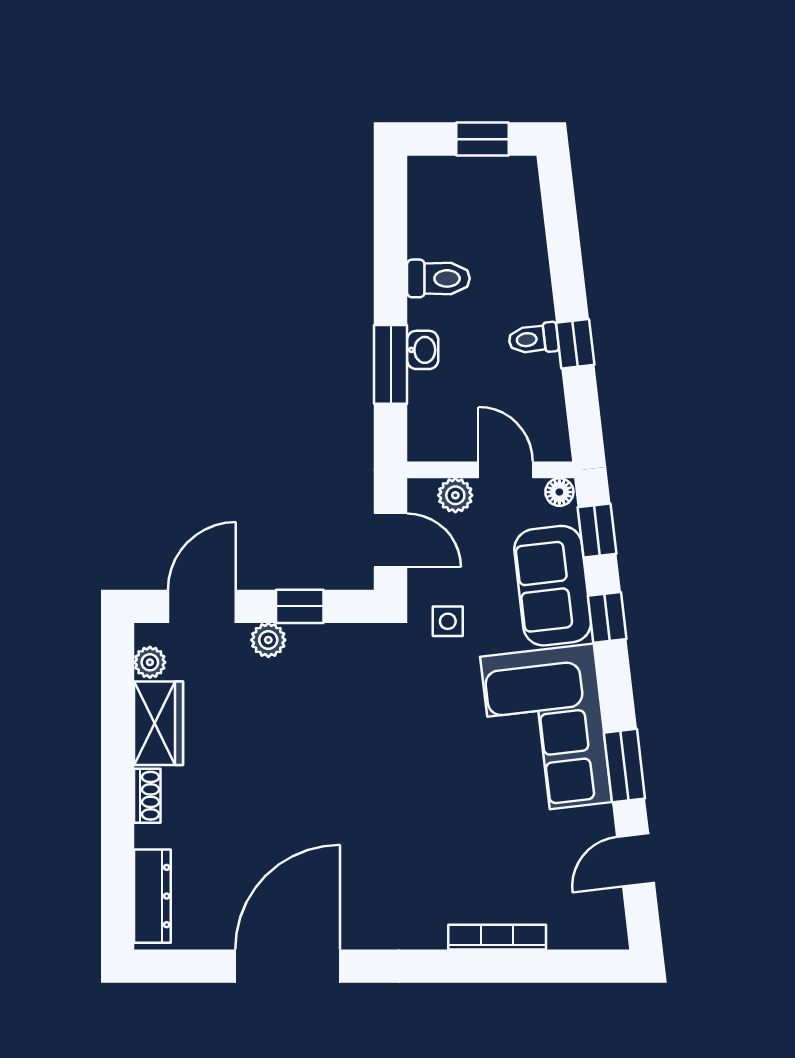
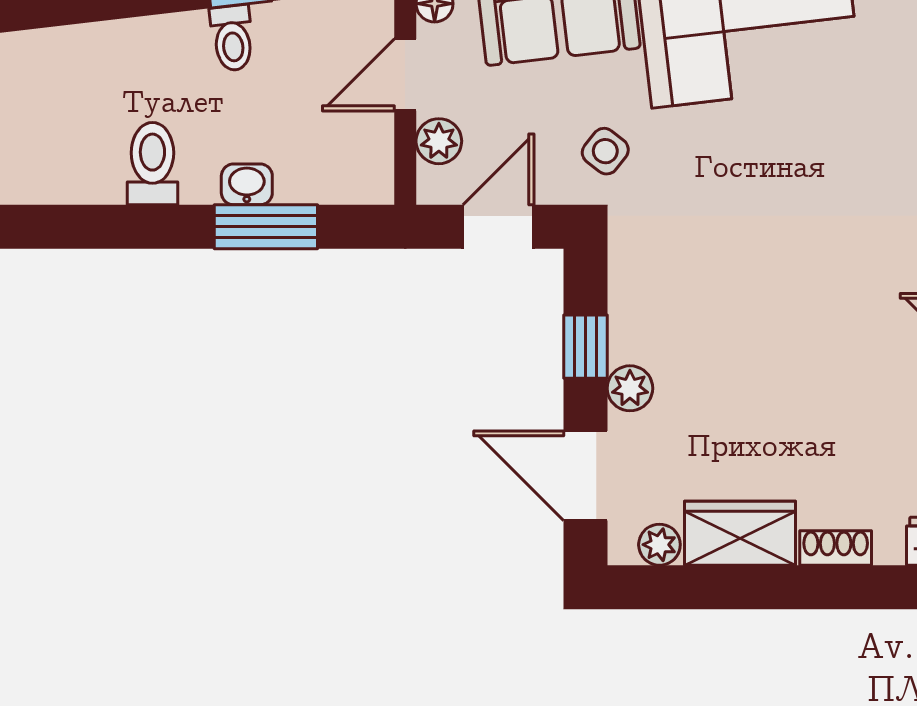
side table: (448, 621) -> (605, 151), turned 38

